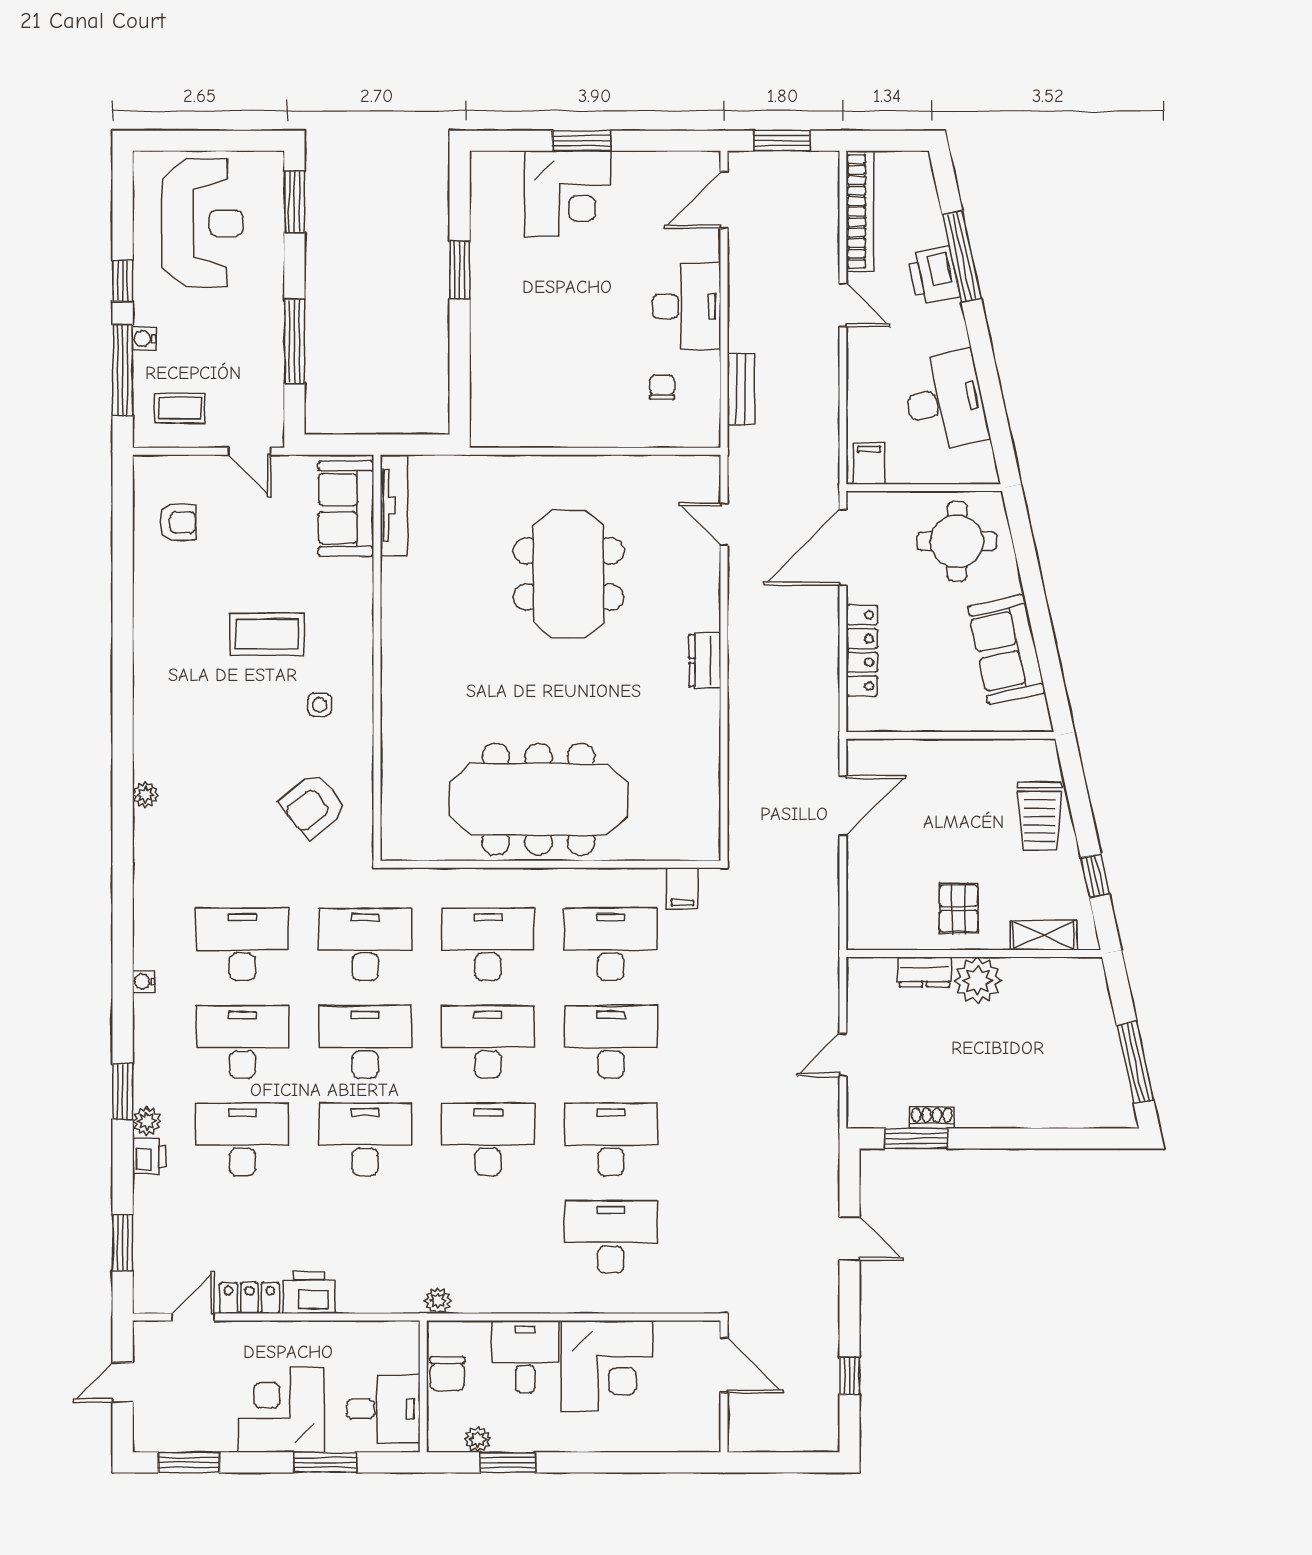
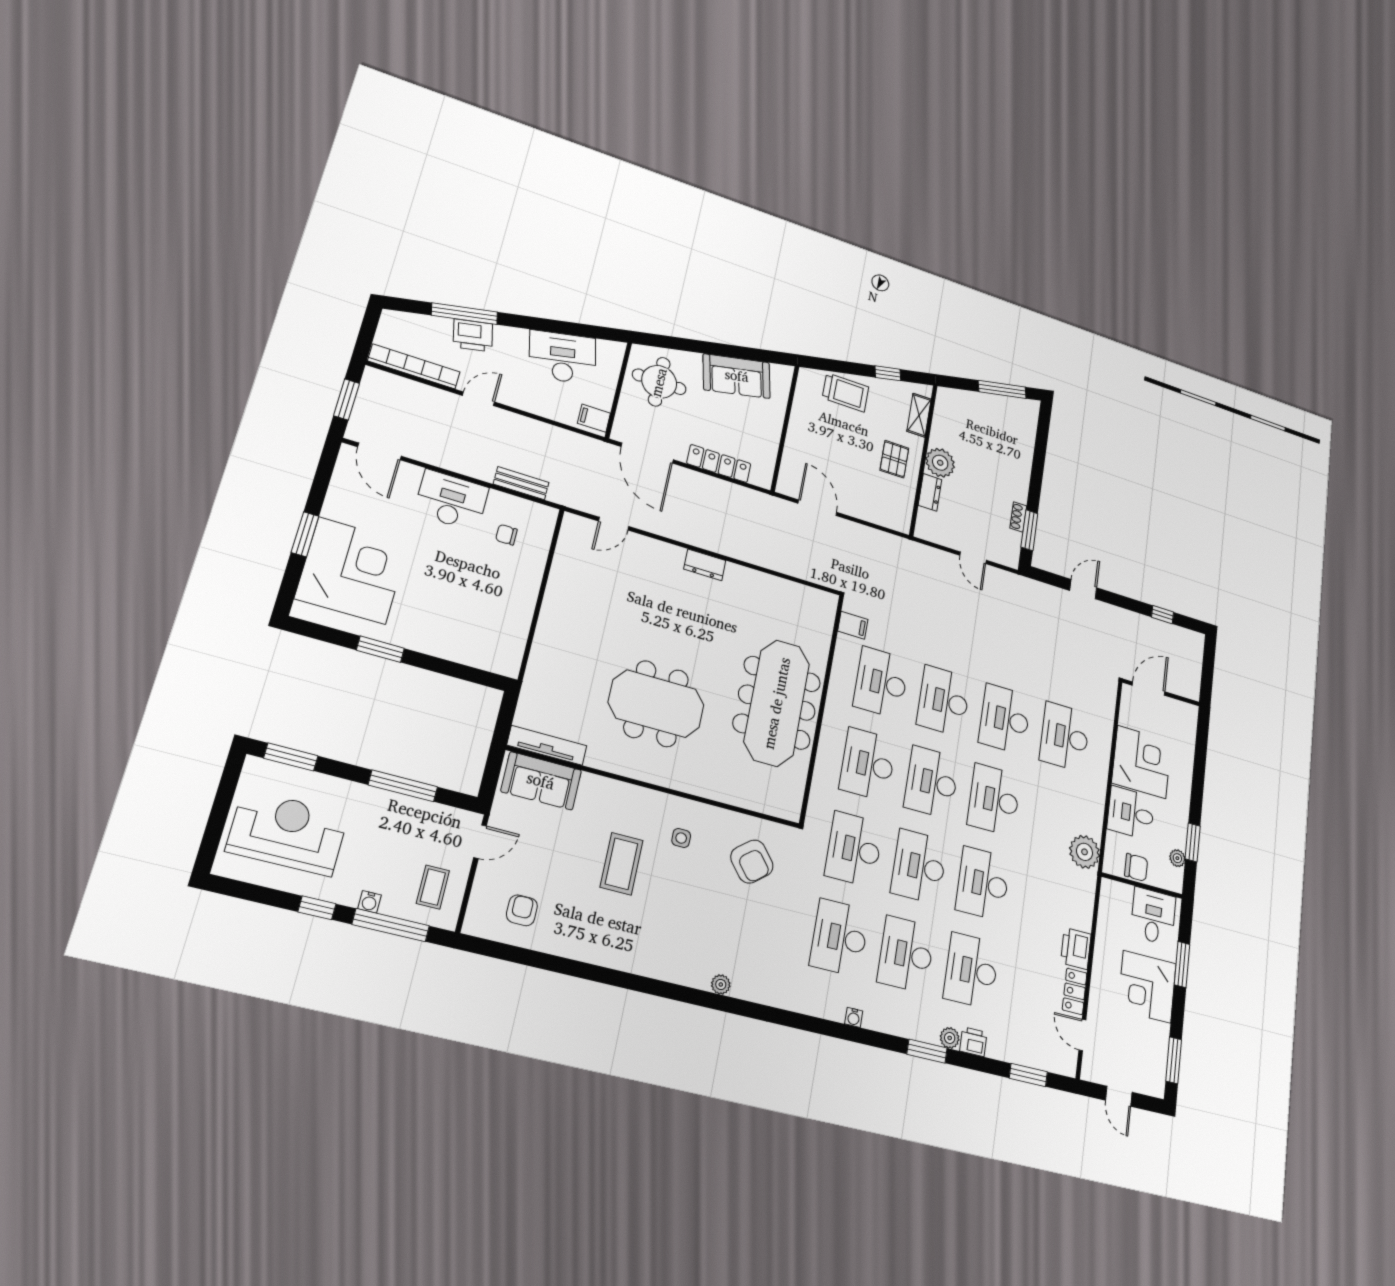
corner desk: (567, 194) -> (352, 570), width x1.36, depth x1.36
meeting table: (568, 574) -> (656, 704), moved
pallet: (959, 908) -> (894, 459), turned 90
plant: (438, 1301) -> (1085, 852), width x1.88, depth x1.88

